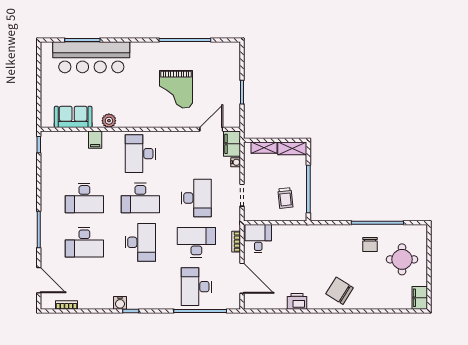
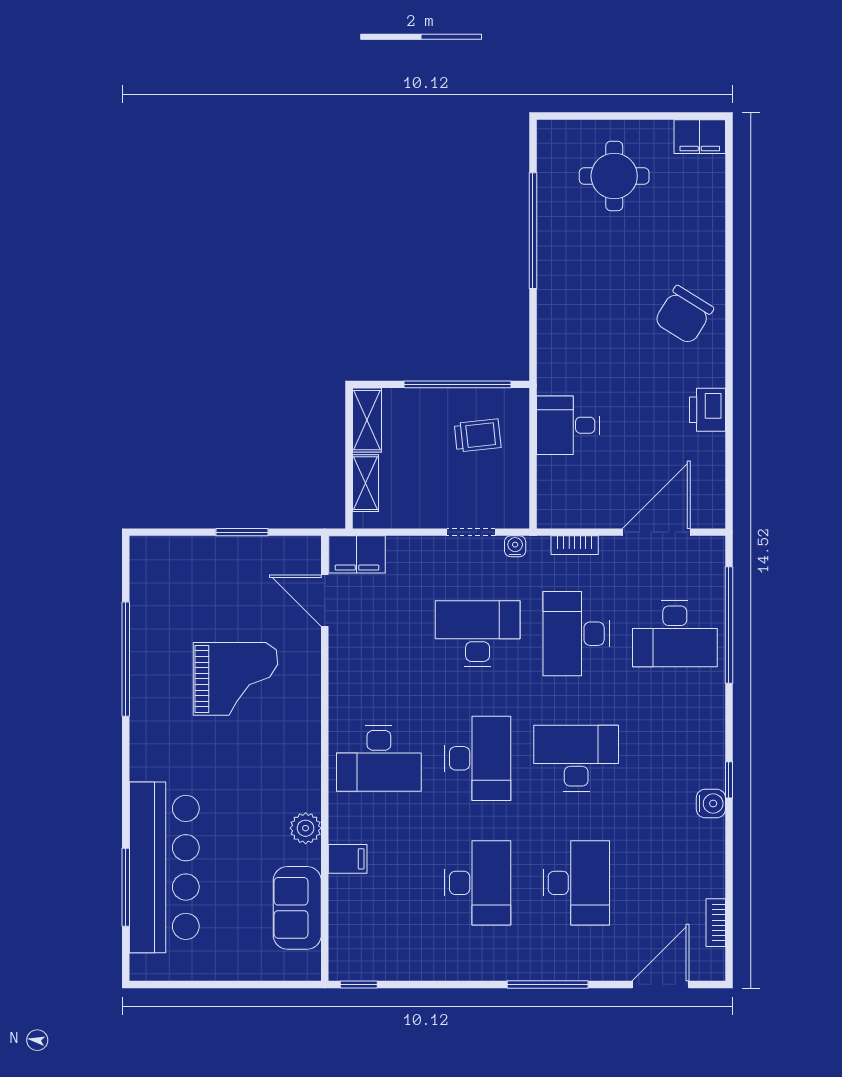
water cooler: (236, 162) -> (515, 546), moved
desk: (258, 239) -> (568, 425), moved
chair: (370, 245) -> (581, 247), removed

